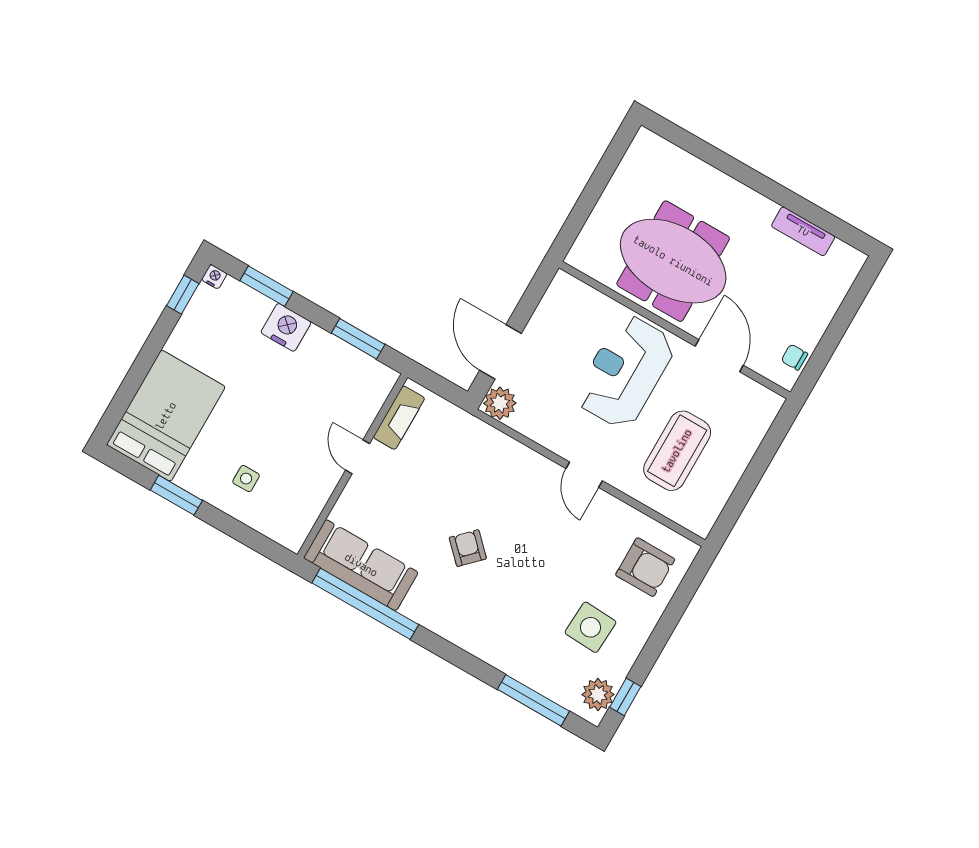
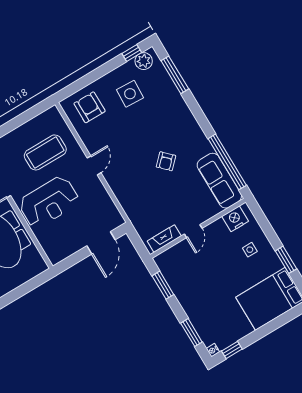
nightstand: (286, 327) -> (235, 219), moved, turned 90
plant: (500, 403) -> (114, 219), removed

